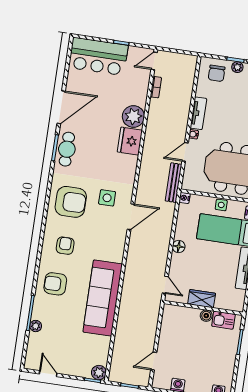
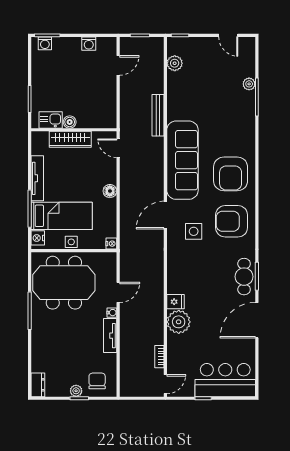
fridge: (130, 141) -> (175, 302), width x0.53, depth x0.75
bench: (174, 183) -> (158, 115), moved
armchair: (65, 246) -> (231, 174), width x1.88, depth x1.88
armchair: (55, 284) -> (235, 132), removed
sofa: (103, 298) -> (182, 160), moved
wardrobe: (202, 299) -> (70, 139), width x1.50
plant: (99, 372) -> (175, 63), moved

